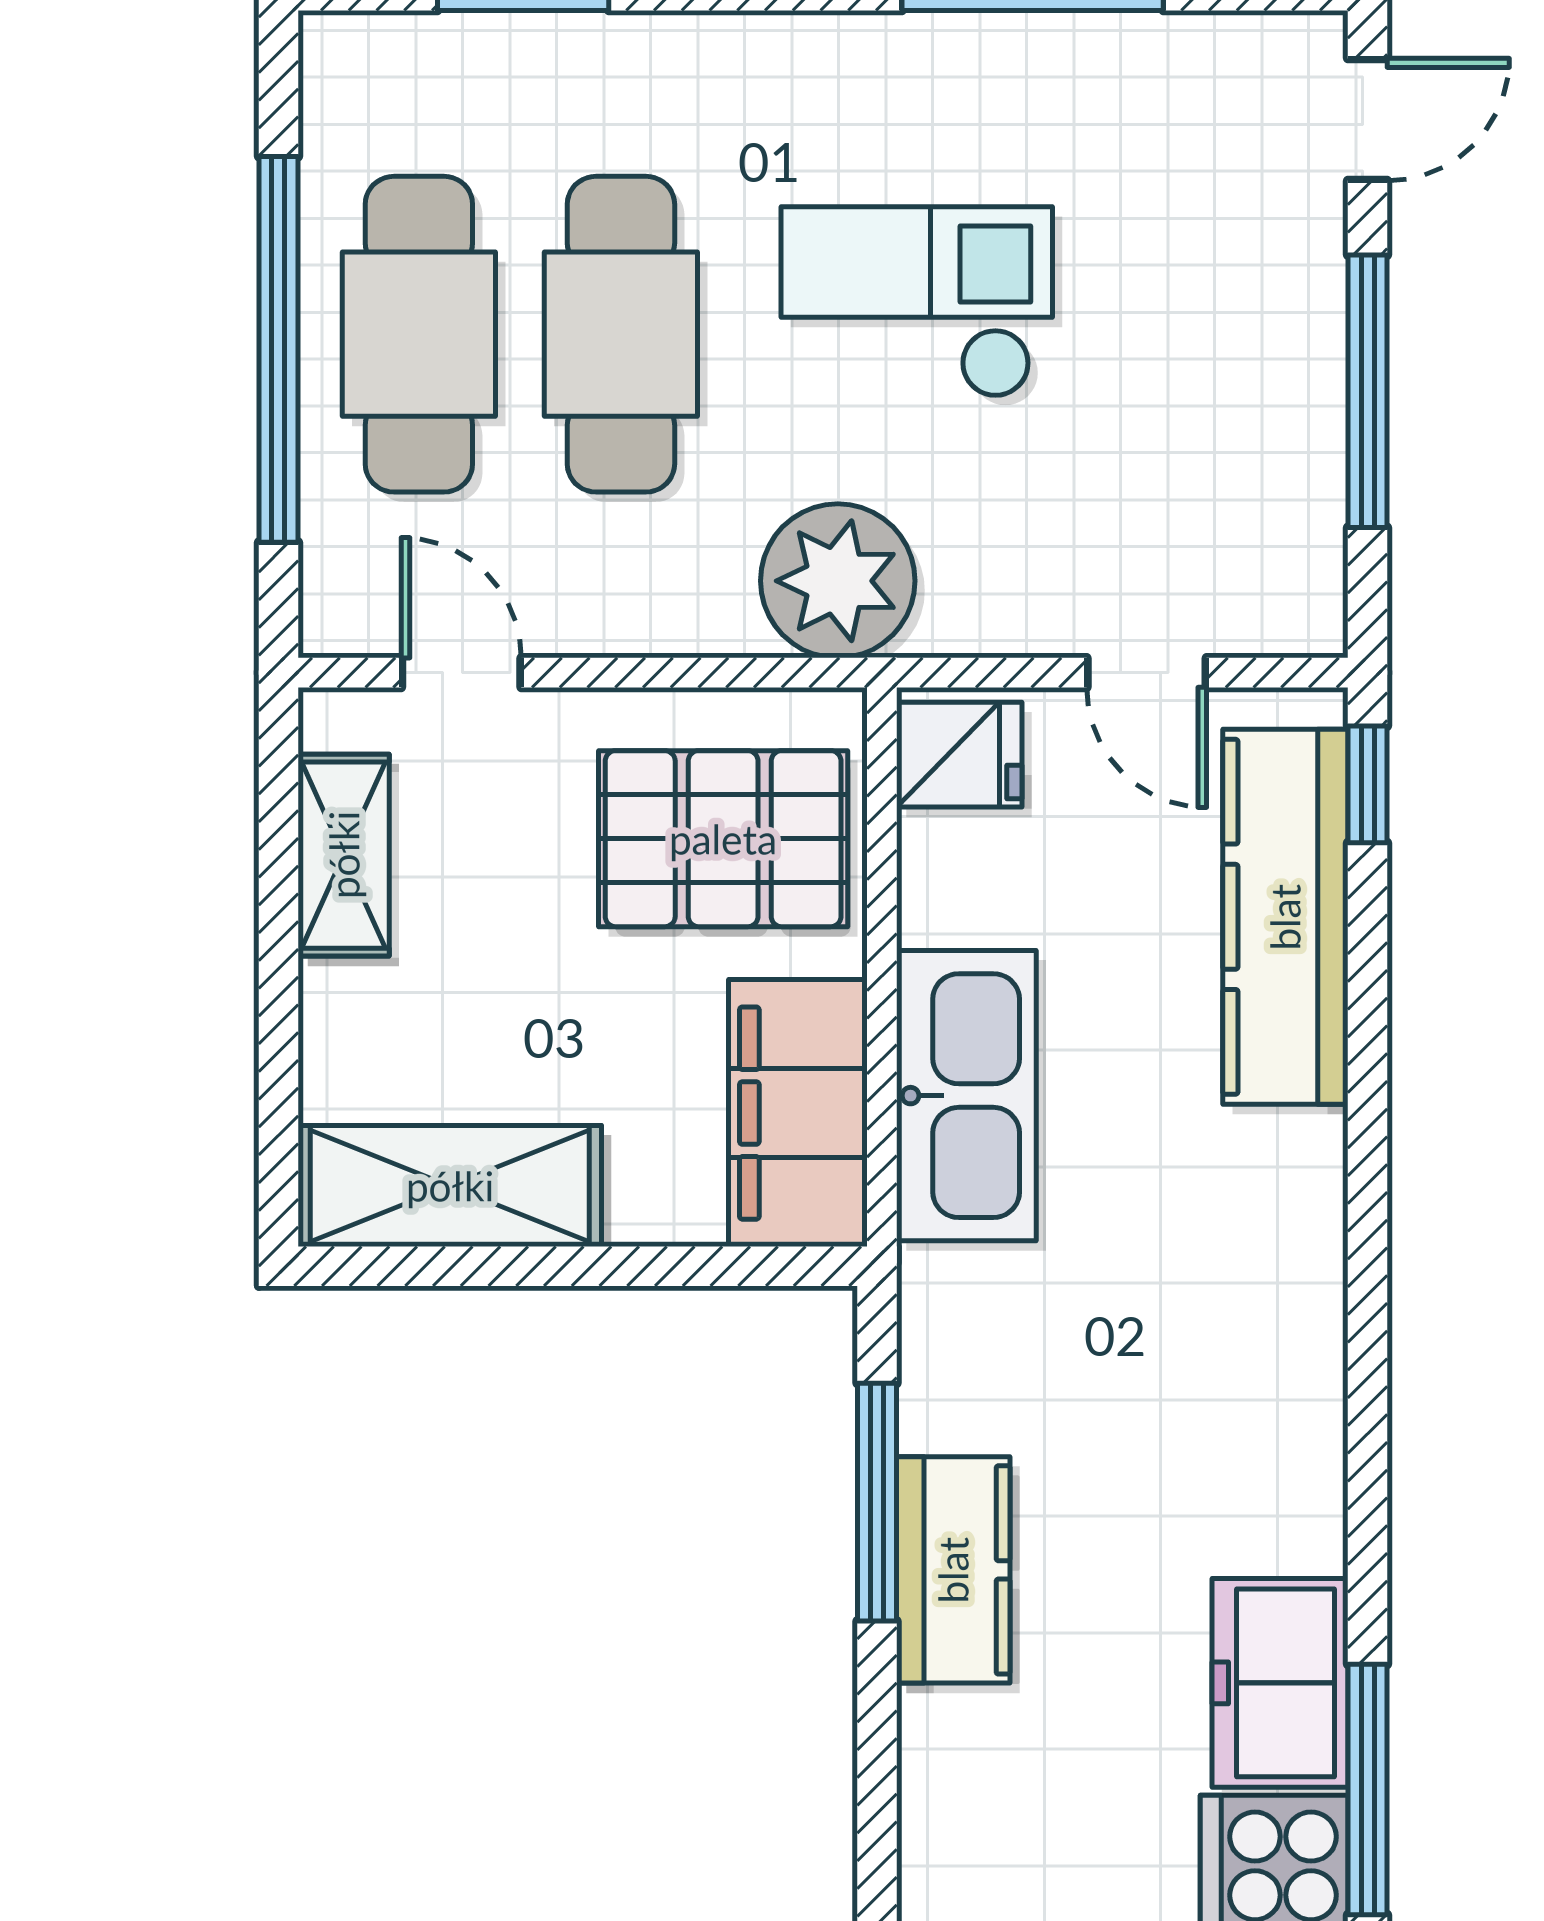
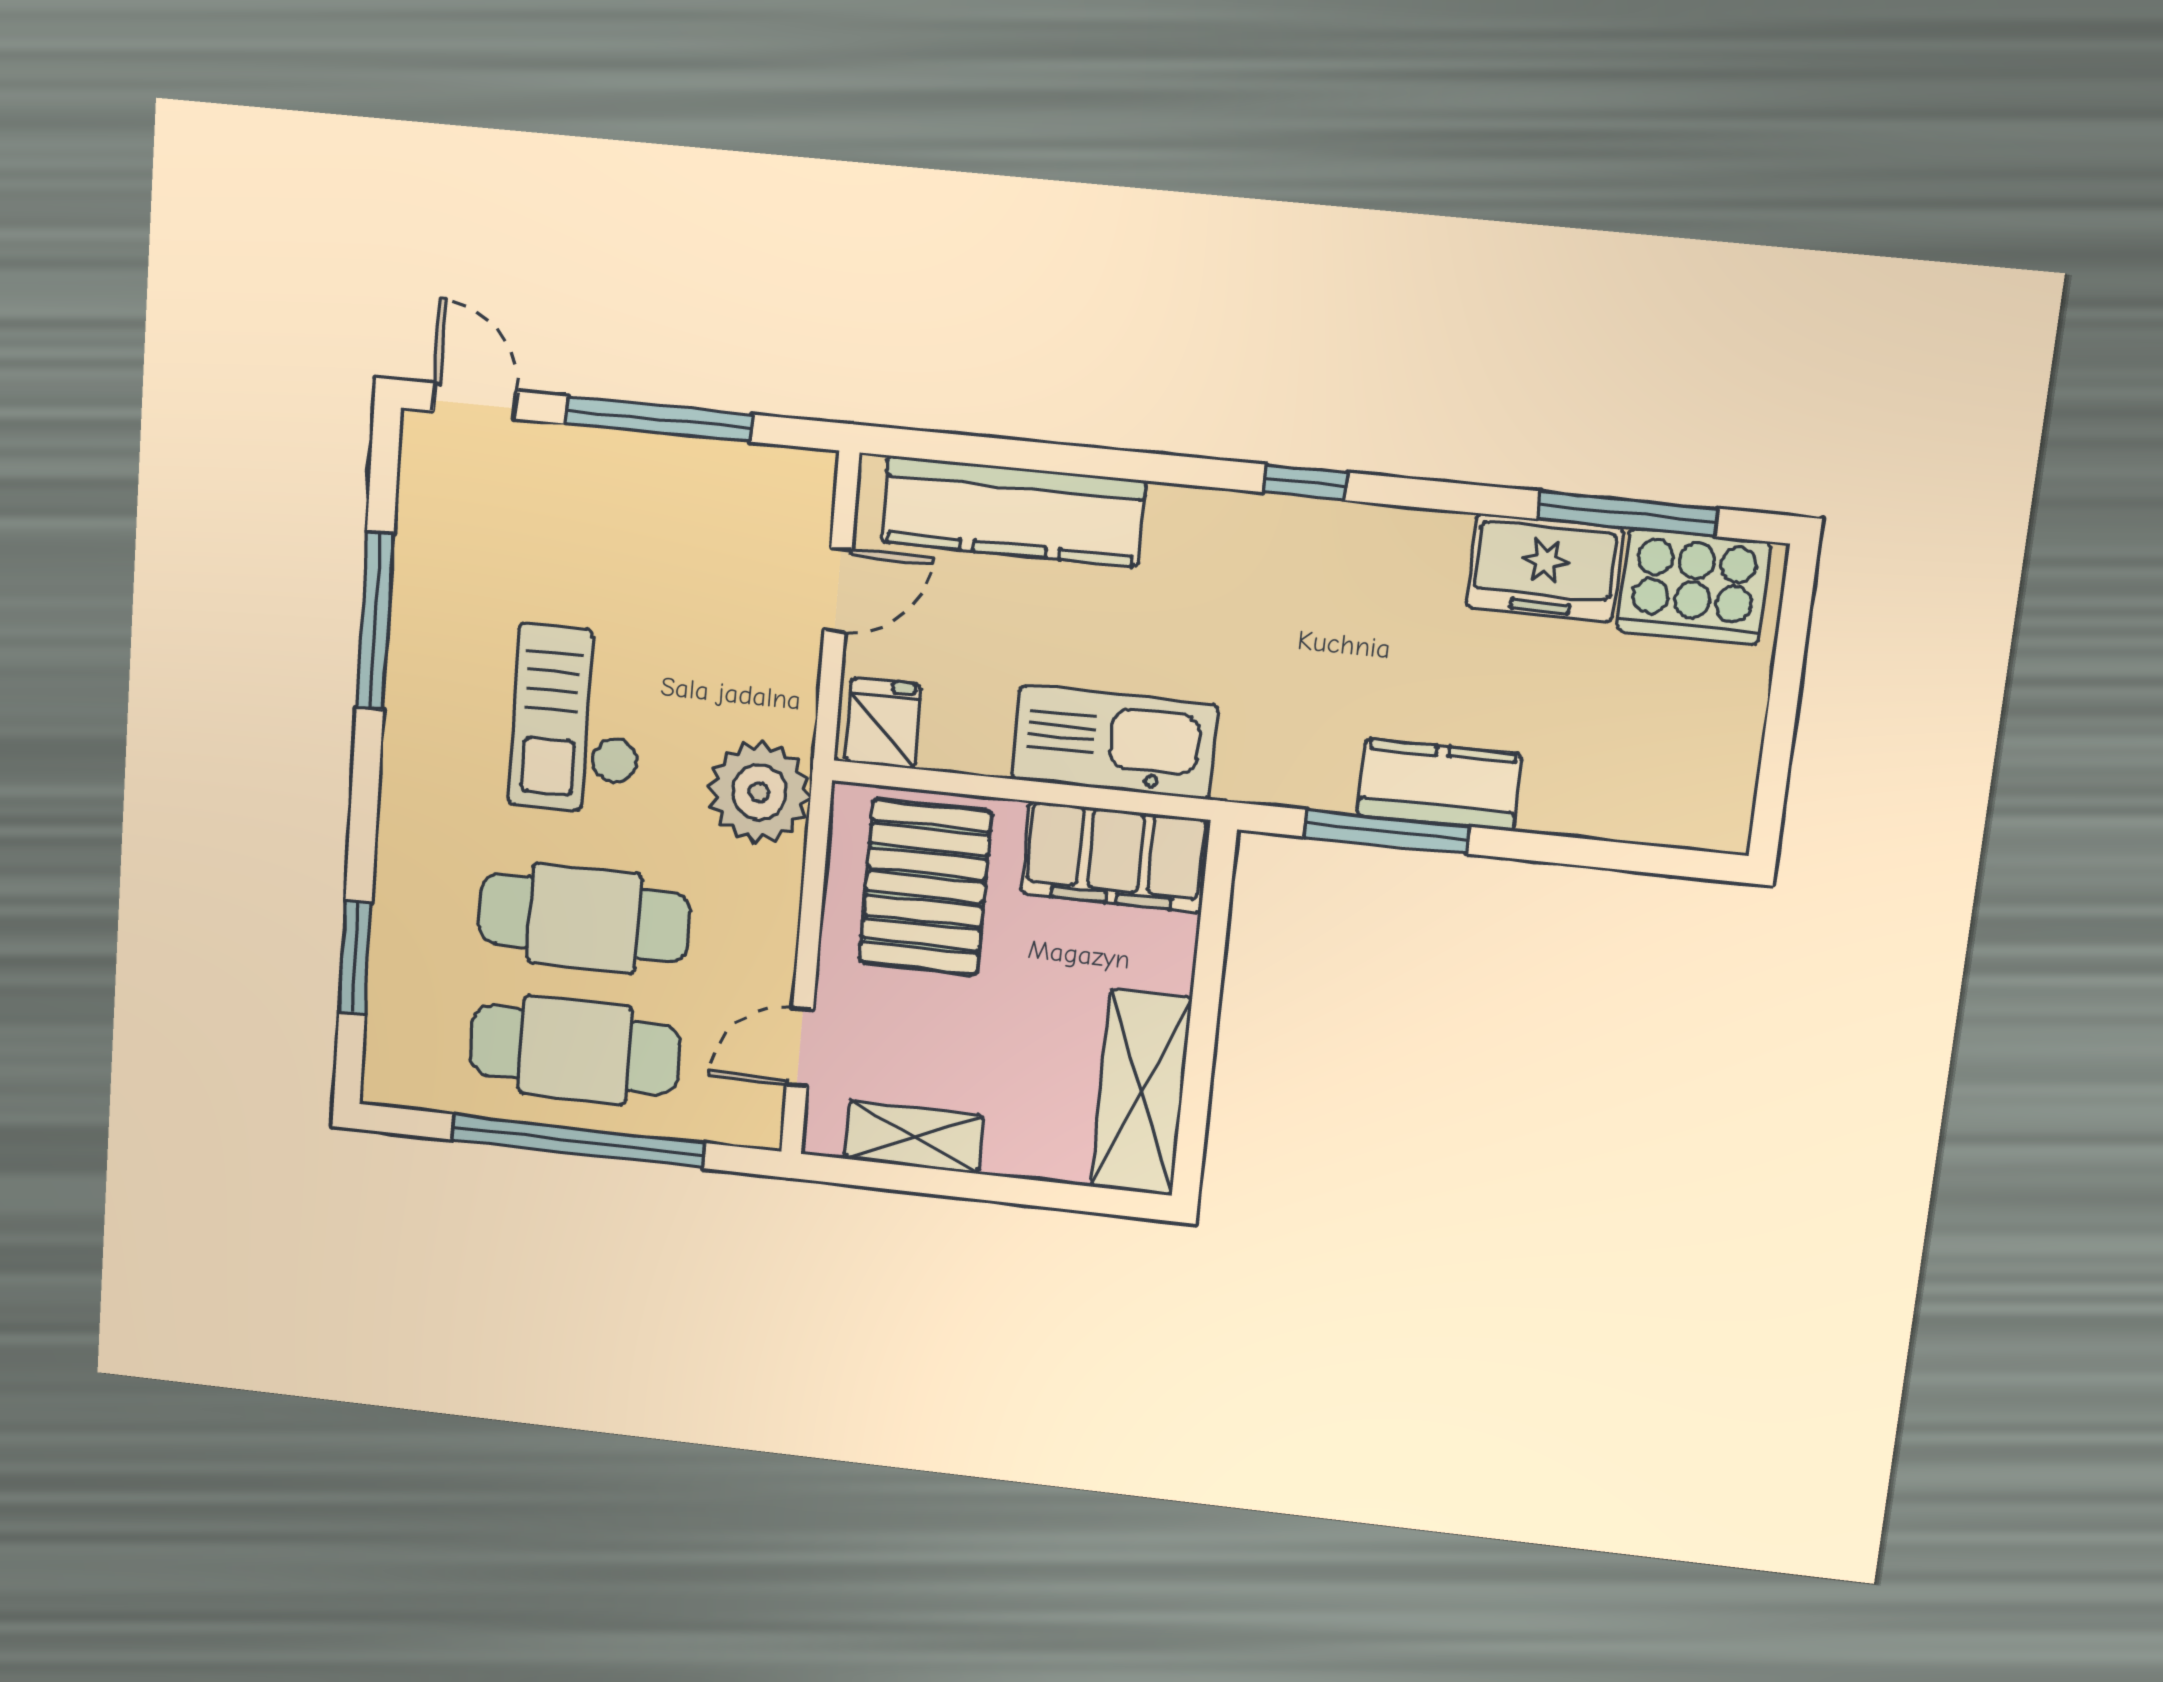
window: (1368, 784) -> (1305, 482), moved

